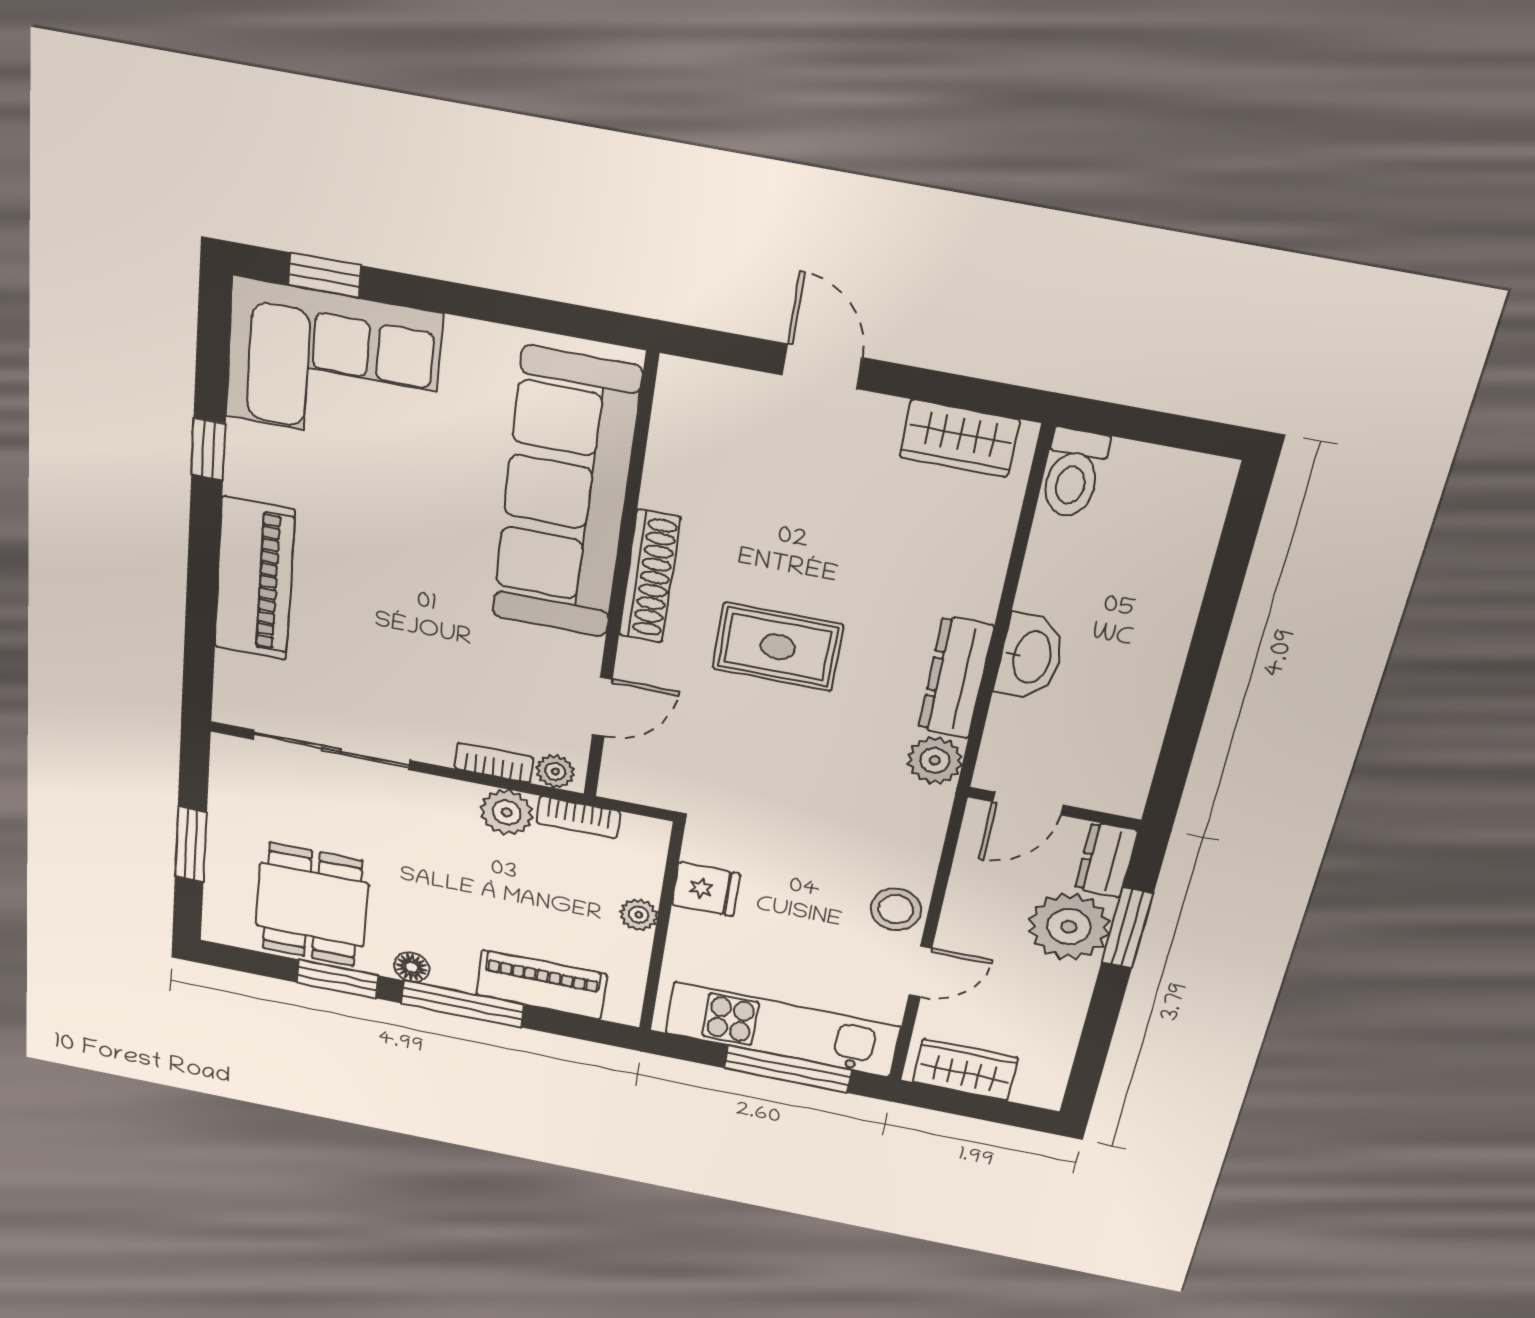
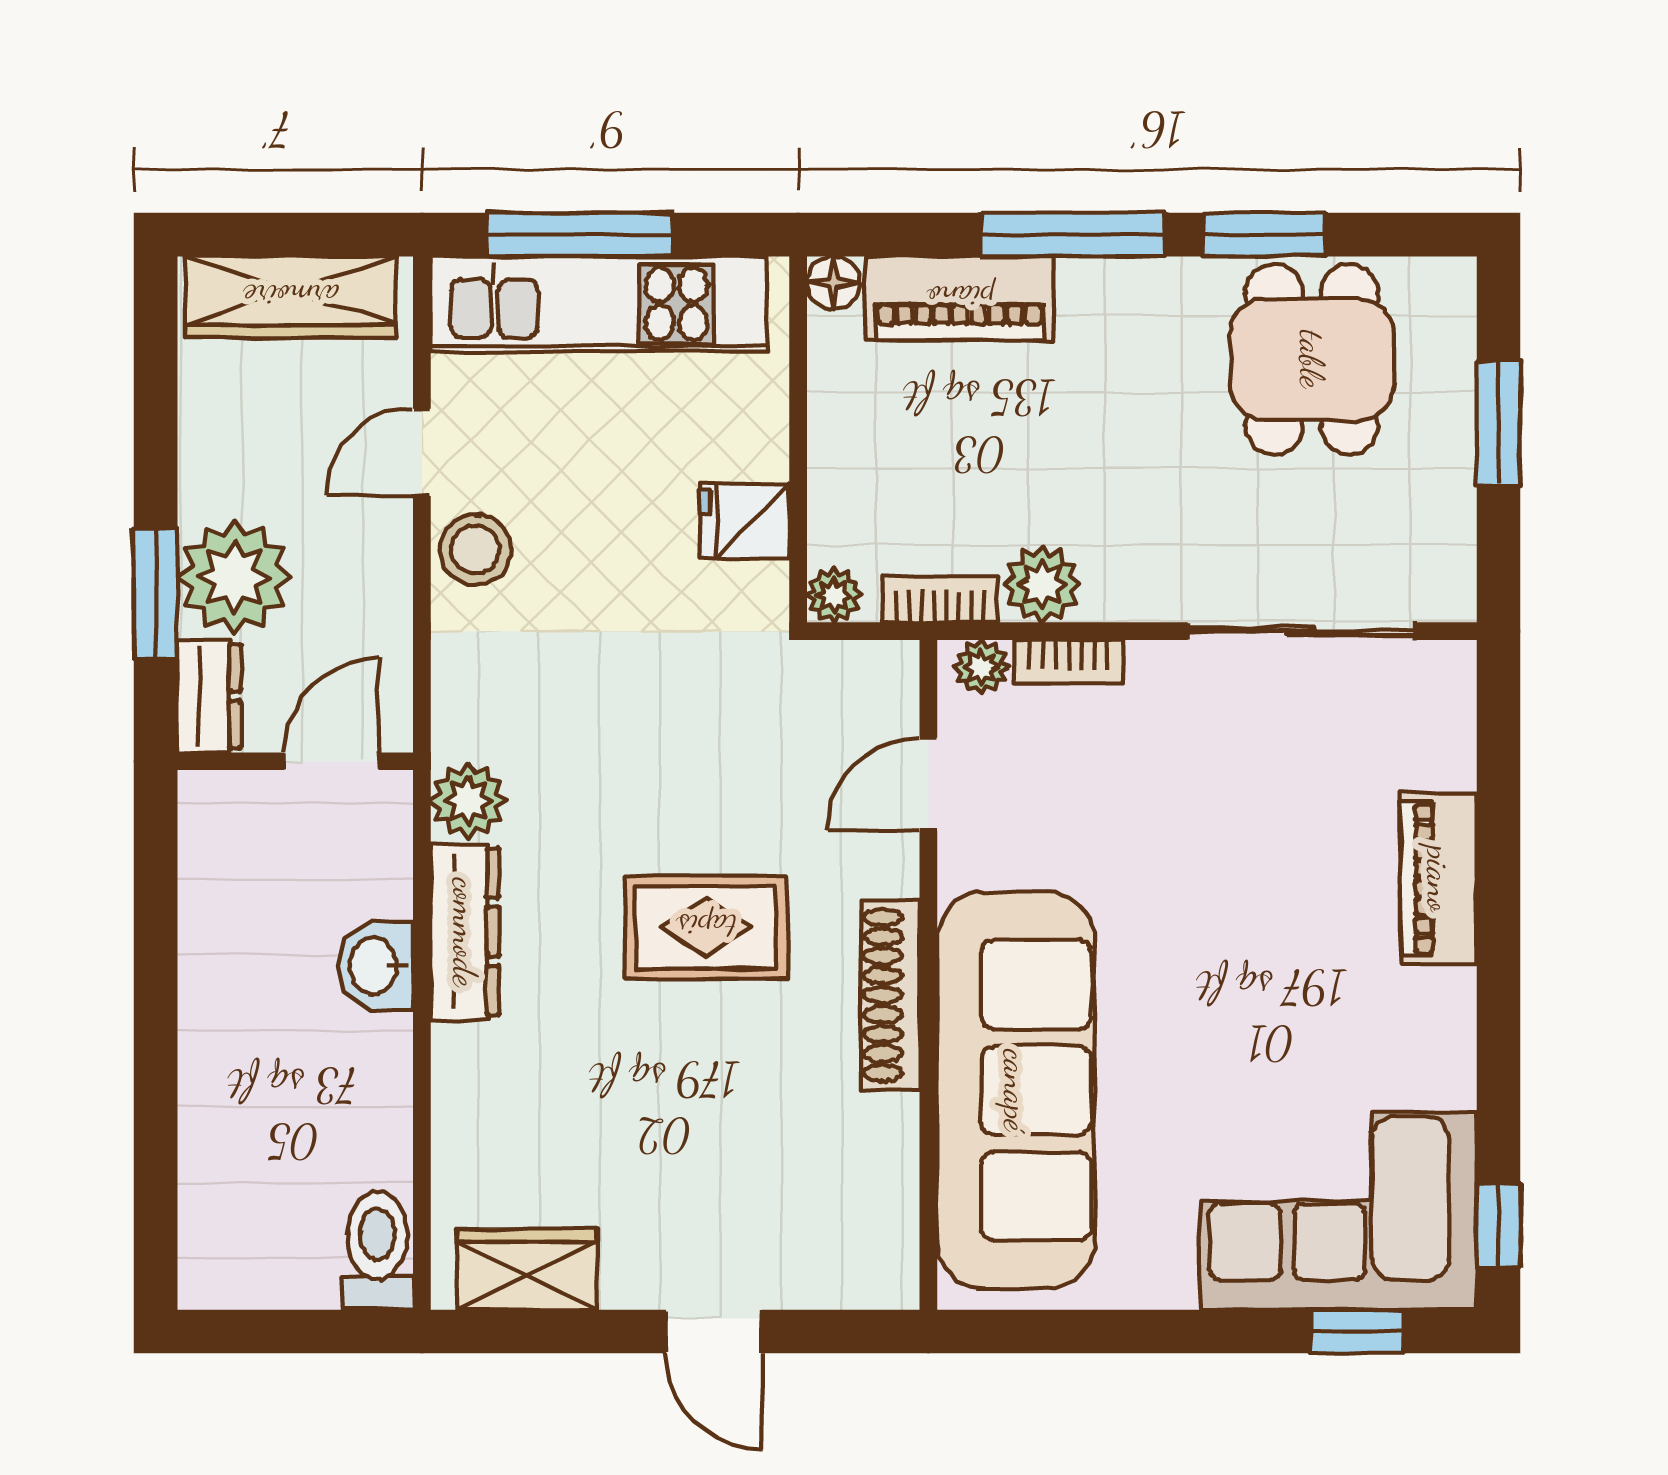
window: (208, 449) -> (1499, 1226), moved
piano: (254, 579) -> (1439, 879), width x0.73, depth x0.75
washbasin: (1030, 657) -> (376, 966), width x0.72
plant: (639, 915) -> (834, 595), moved
floor lamp: (412, 967) -> (833, 283), moved
wardrobe: (965, 1070) -> (291, 297), width x1.50

